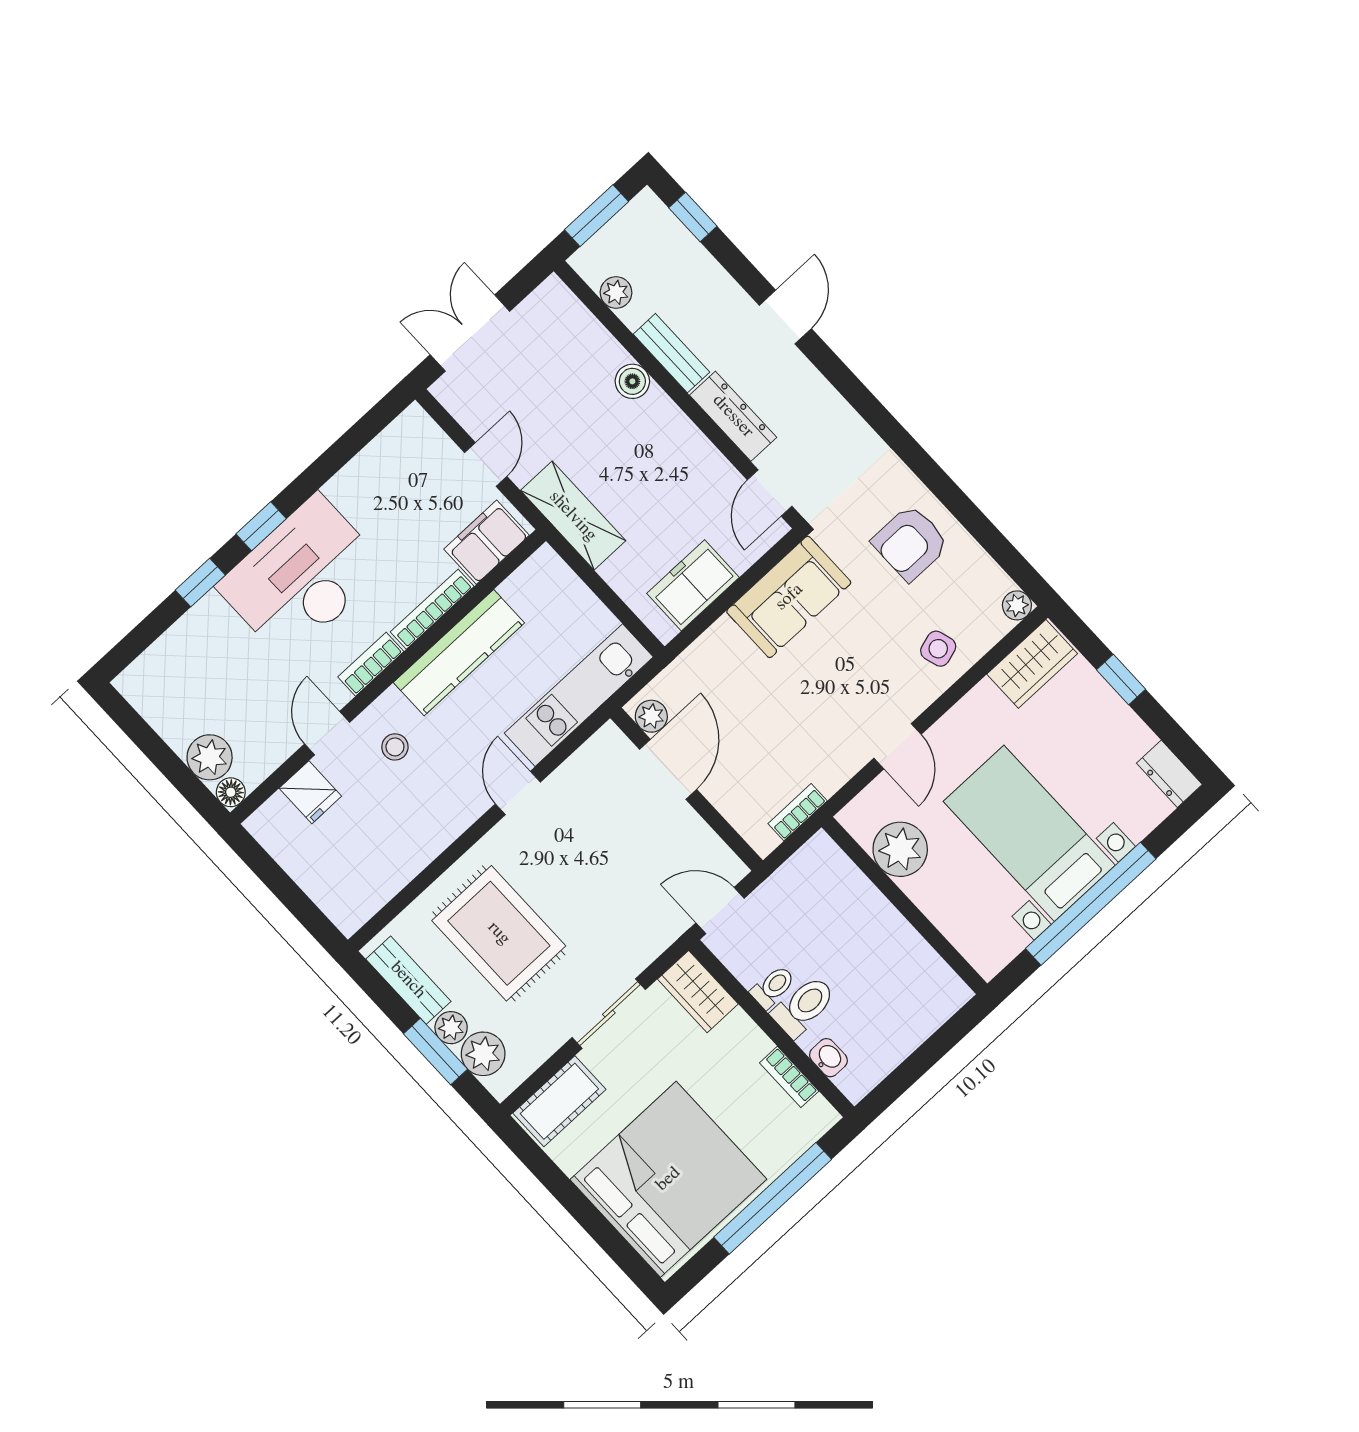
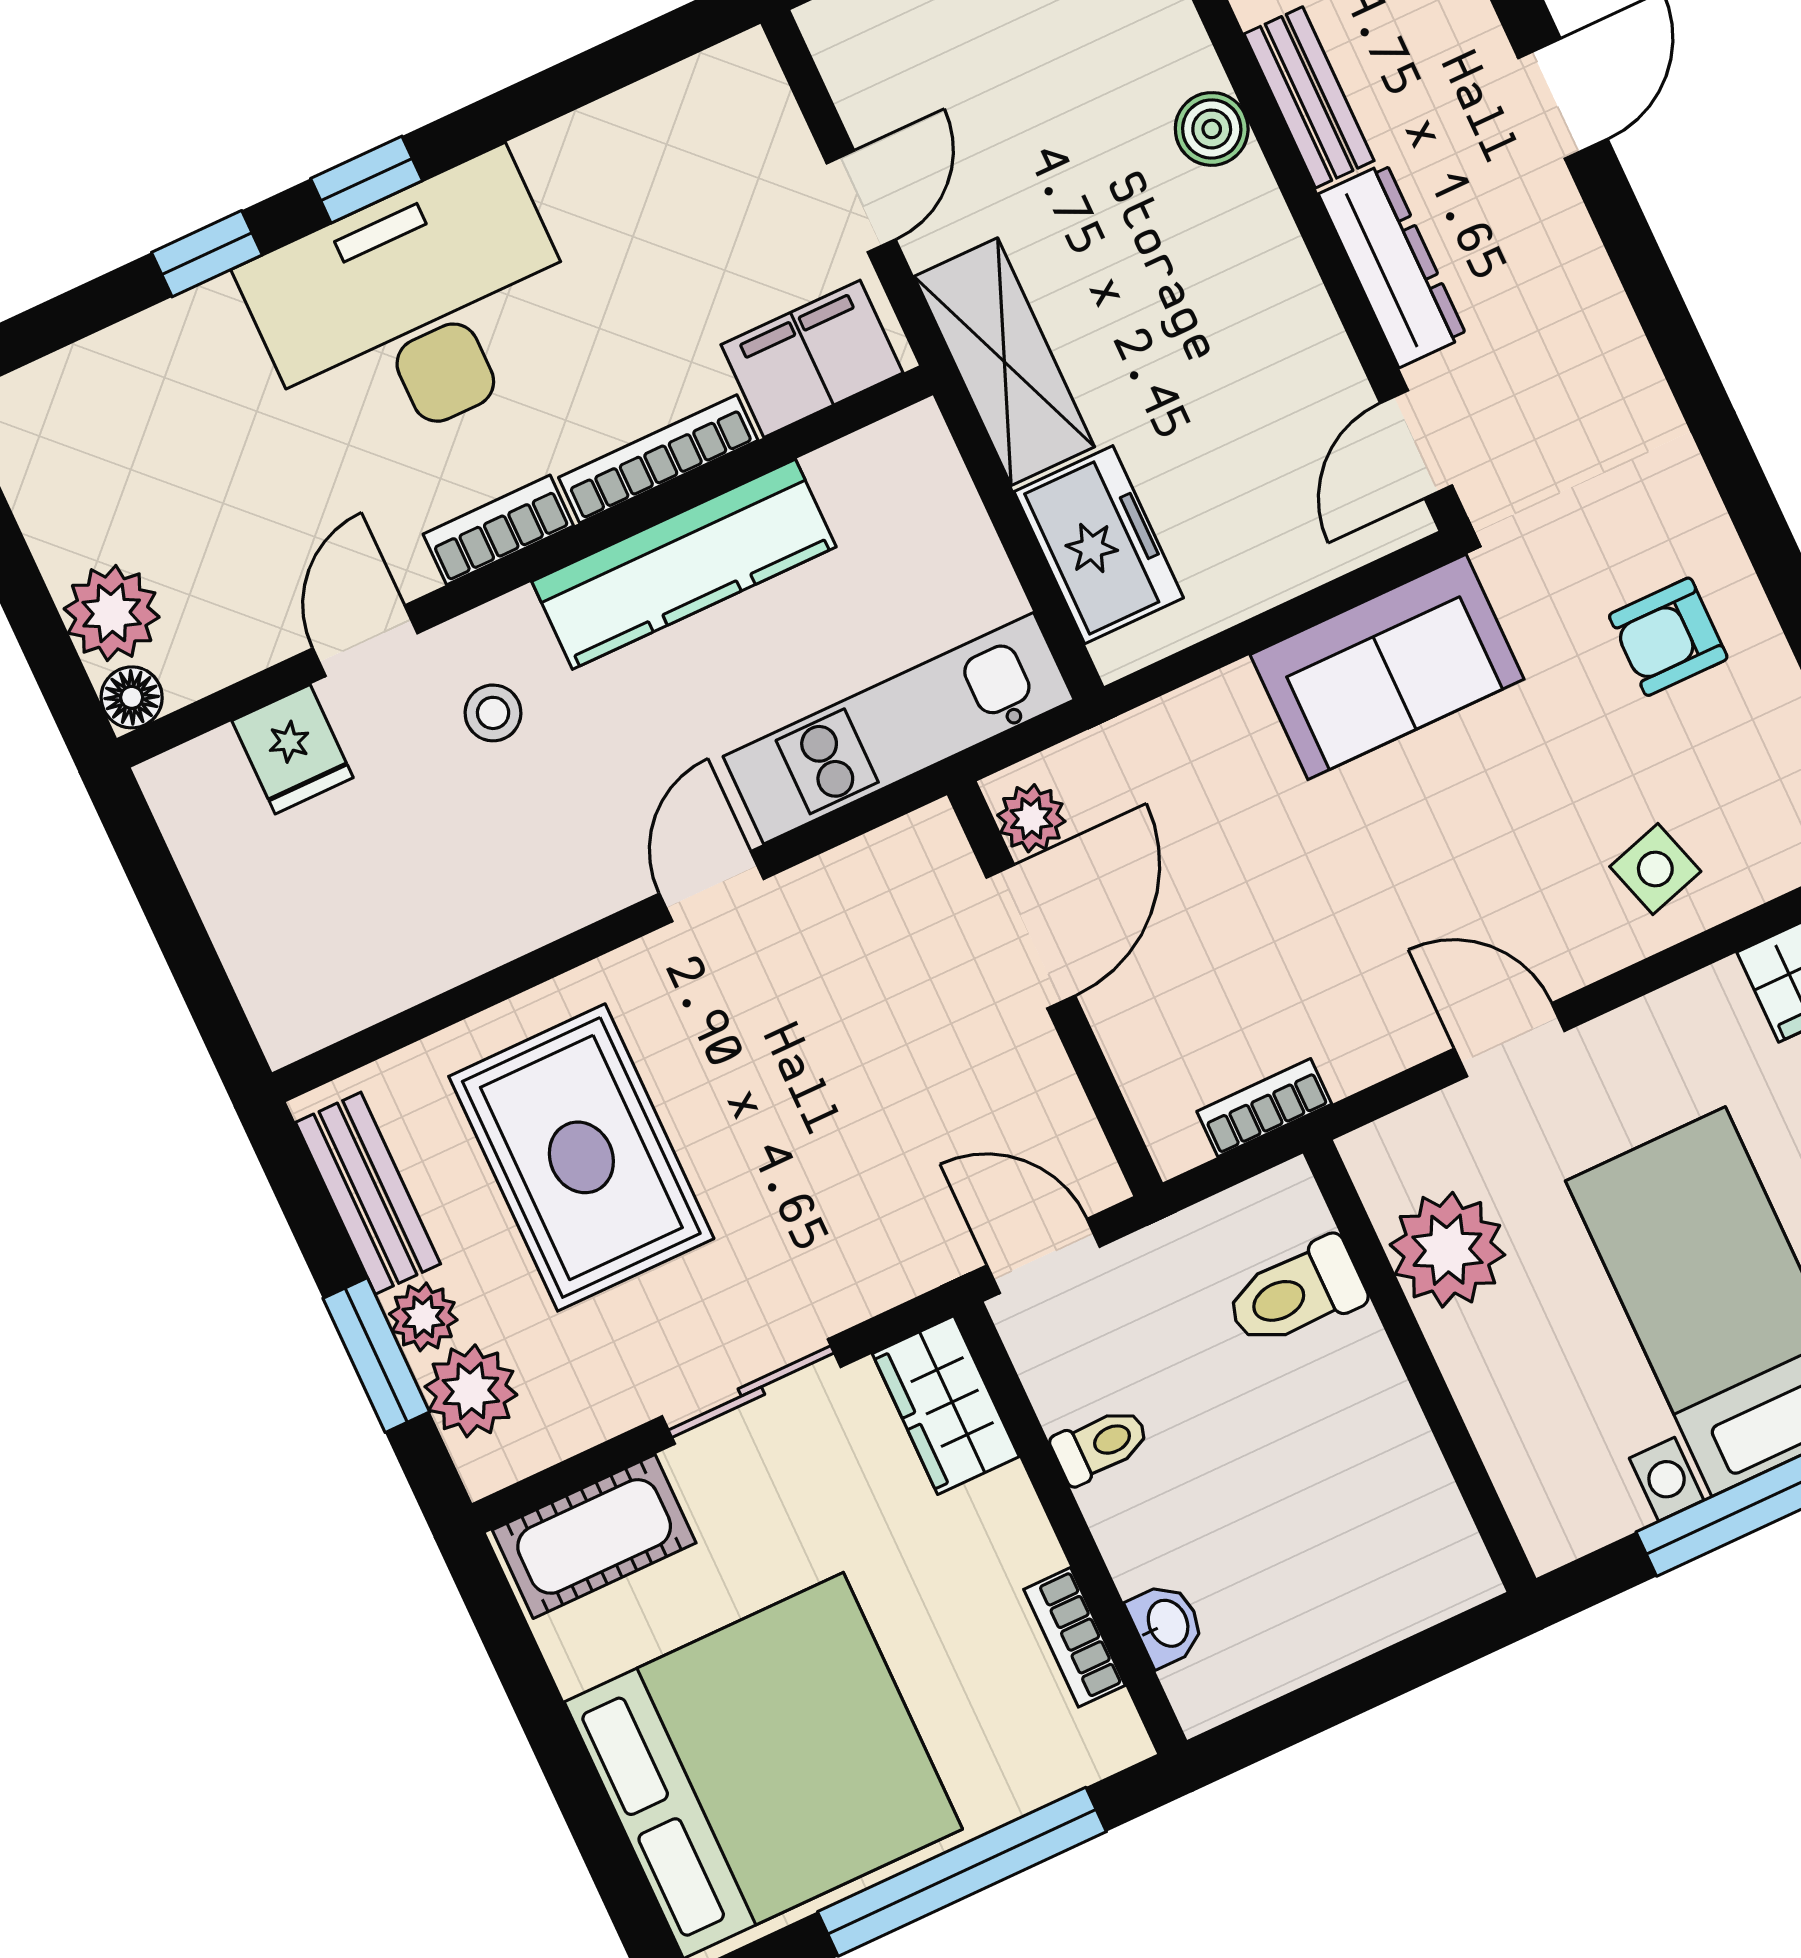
armchair: (910, 543) -> (1668, 637), width x0.72, depth x0.72
freezer: (693, 585) -> (1099, 545), moved, turned 90
door: (898, 746) -> (1509, 1040), swing flipped
toilet: (804, 1006) -> (1295, 1293), moved, turned 180

